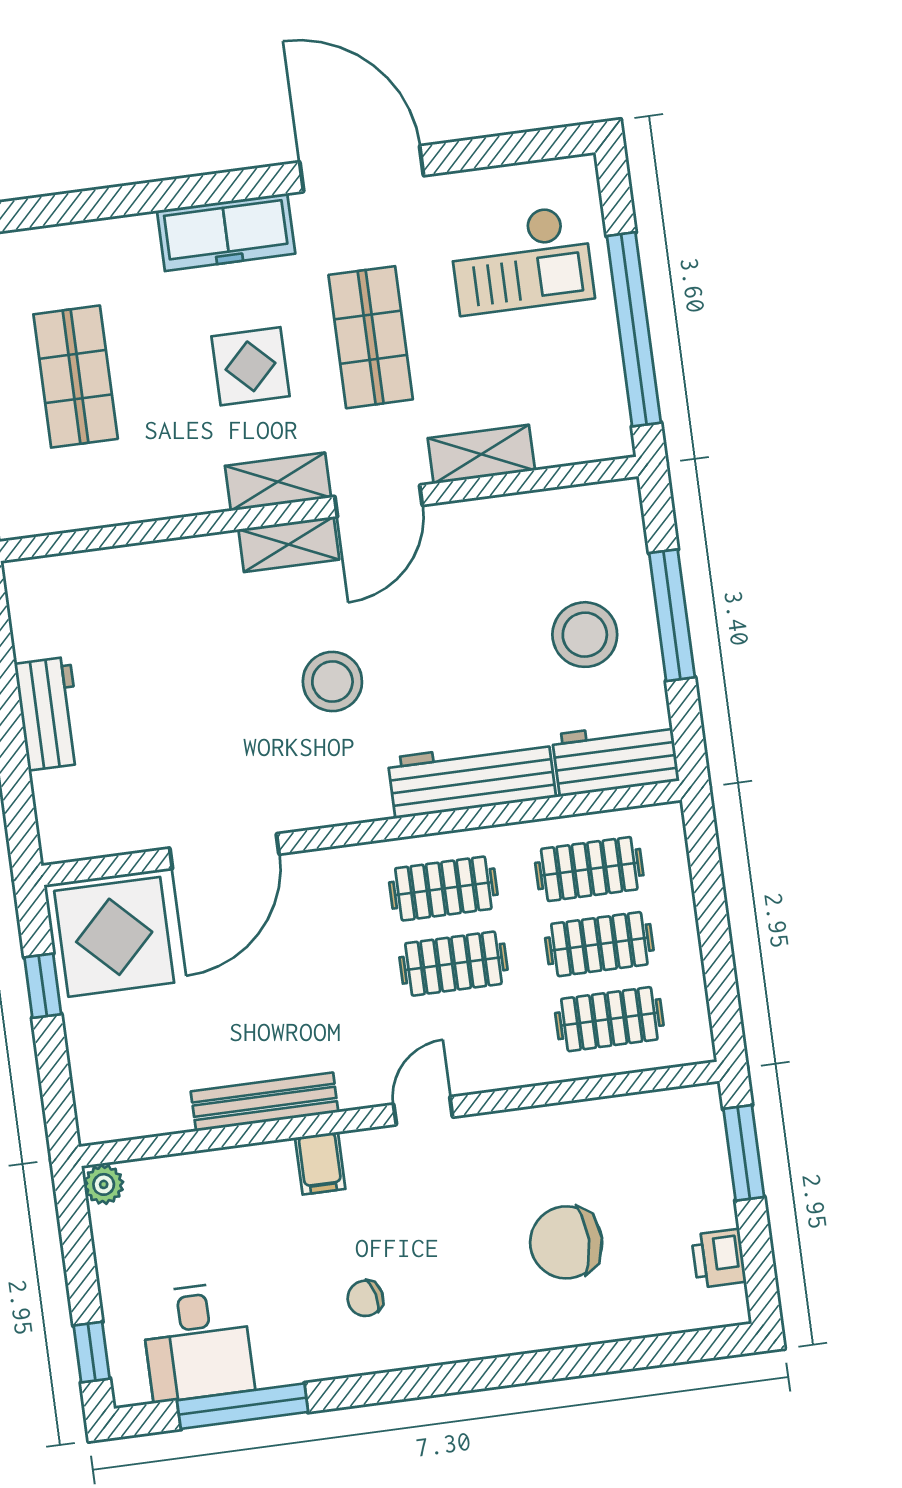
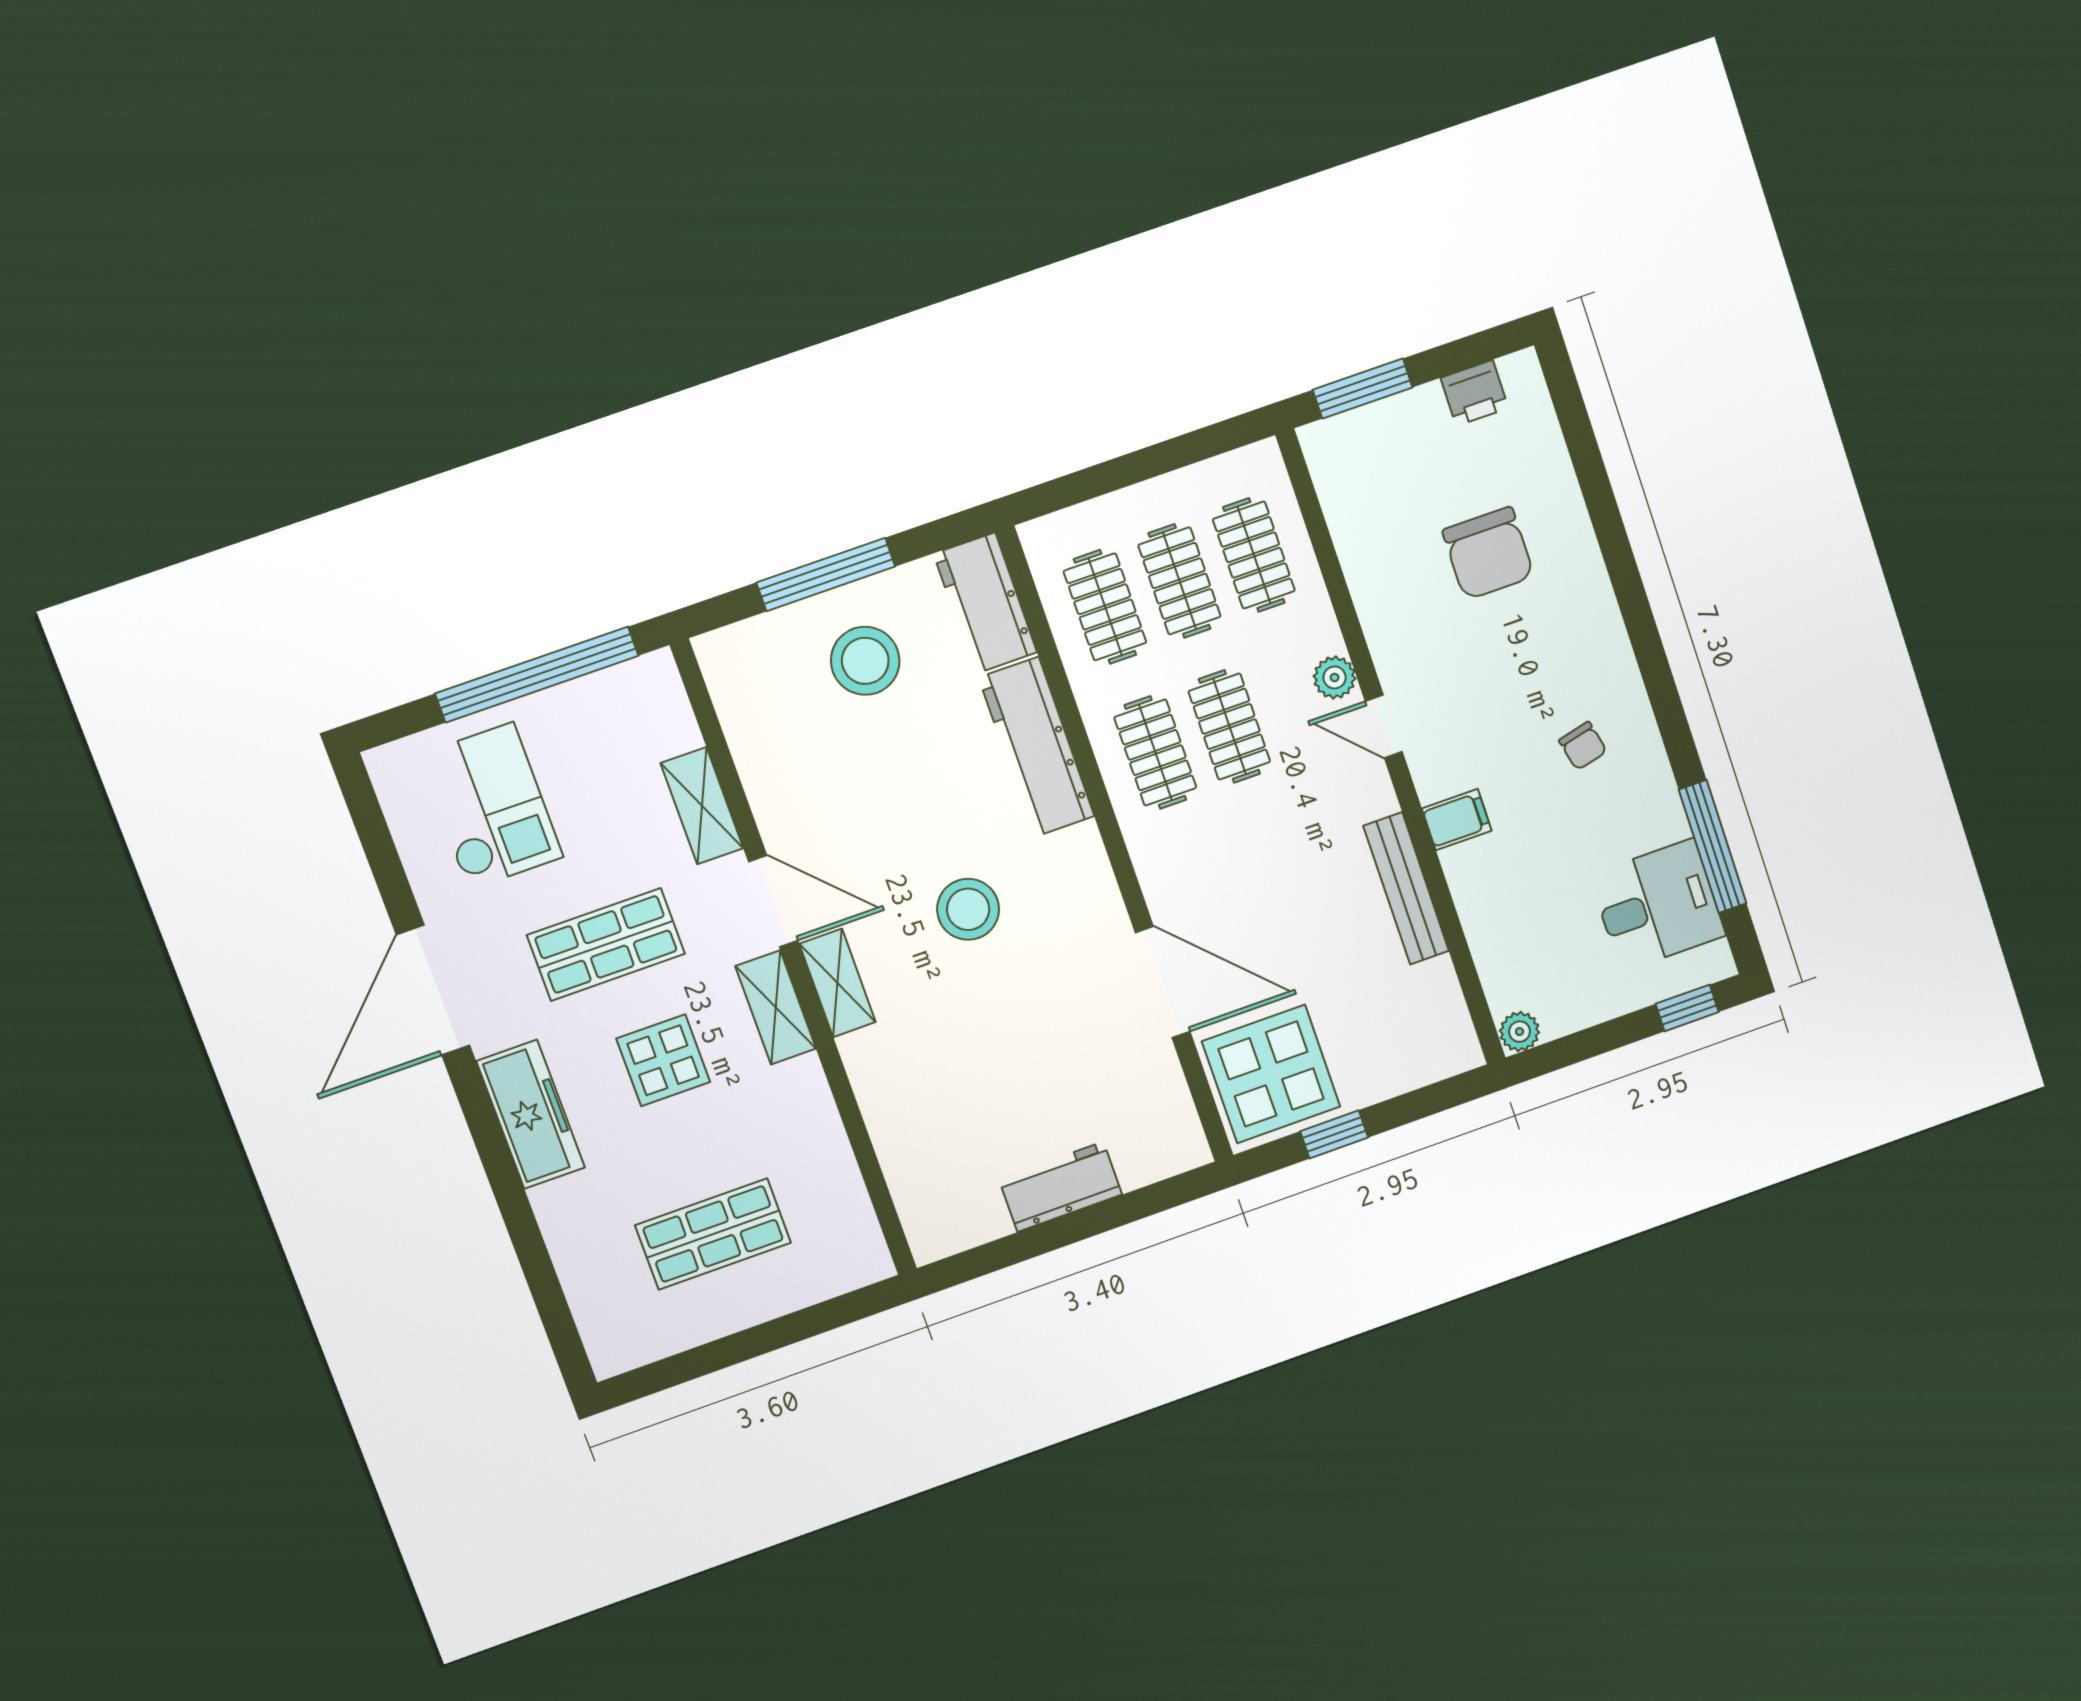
plant: (479, 1073) -> (1335, 677), added

